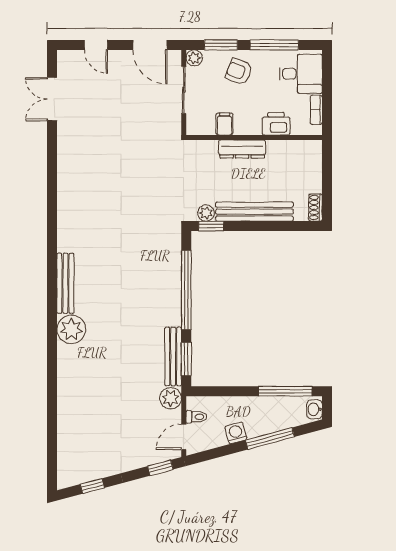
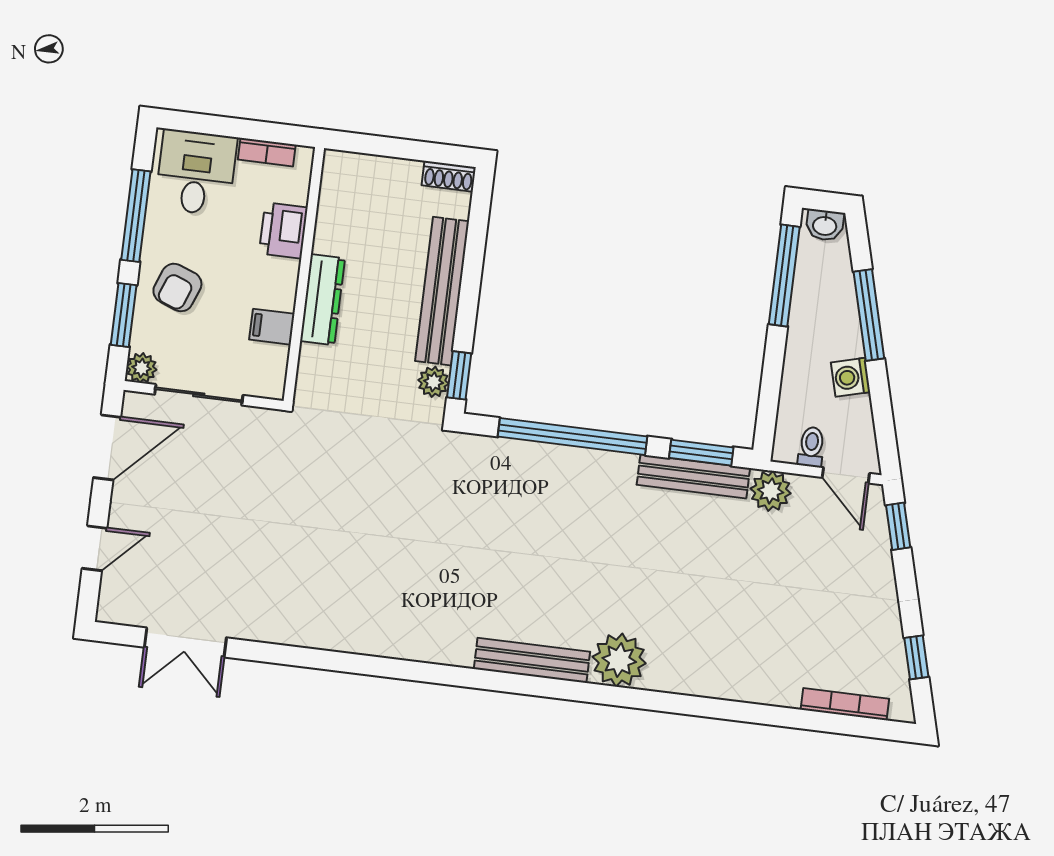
bookcase: (63, 451) -> (845, 704), added

